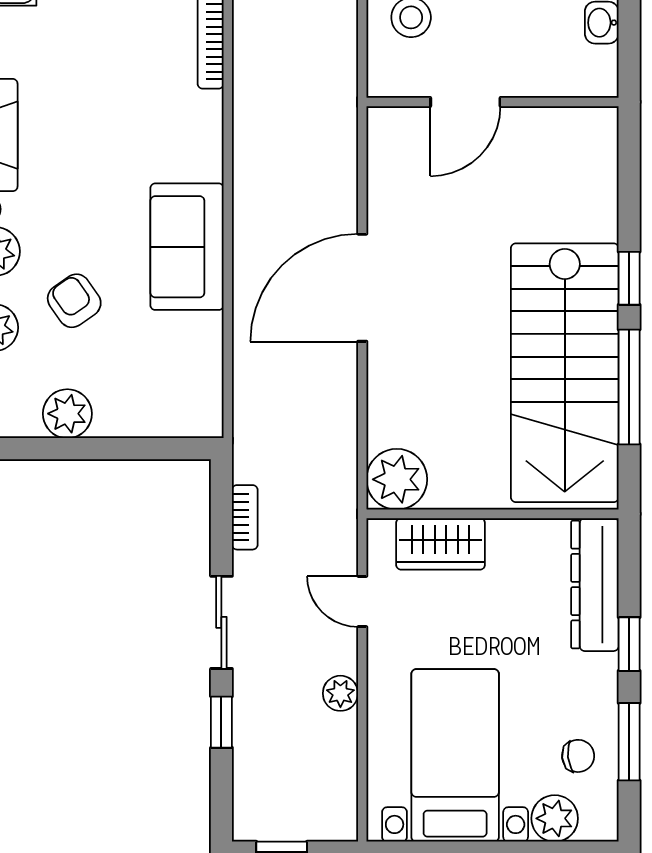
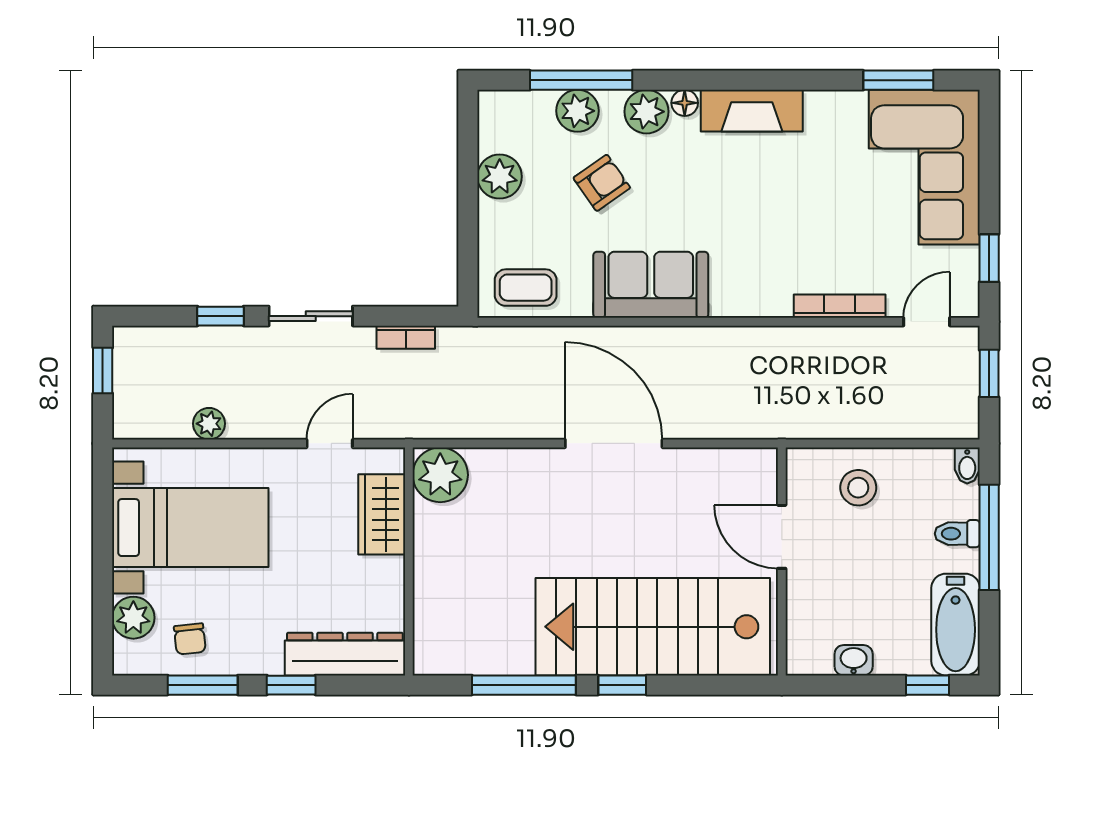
stairs: (565, 373) -> (653, 627), moved
coffee table: (190, 385) -> (526, 288), added
plant: (340, 693) -> (209, 424), moved

